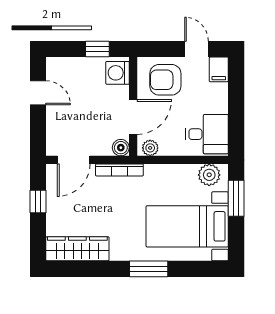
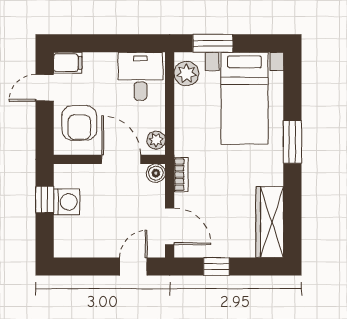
washing machine: (118, 73) -> (67, 202), moved, turned -90
door: (38, 93) -> (133, 266), moved
bookcase: (119, 170) -> (181, 175), width x0.64

